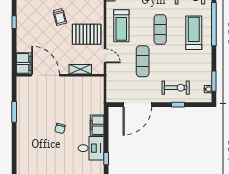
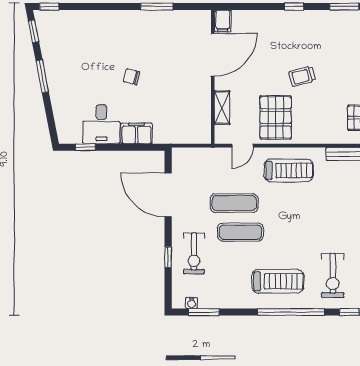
treadmill: (121, 26) -> (289, 170), turned 180
exercise mat: (160, 30) -> (240, 232), moved
filing cabinet: (24, 63) -> (223, 21), width x0.50

